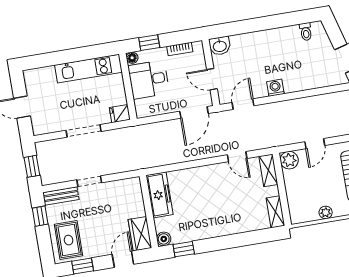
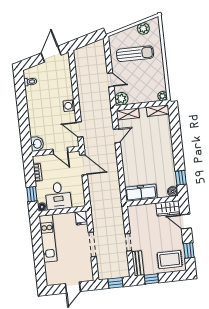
door: (212, 79) -> (60, 151), hinge flipped
plant: (326, 212) -> (163, 96), moved

